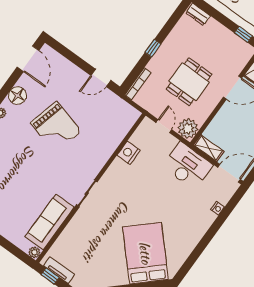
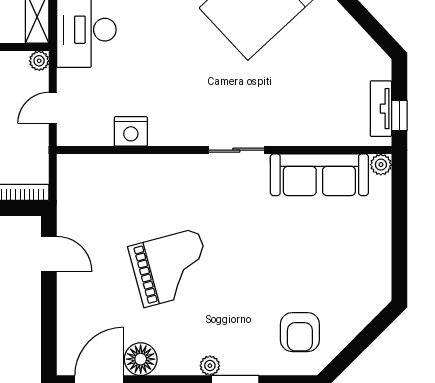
floor lamp: (18, 96) -> (141, 359), moved
grand piano: (56, 127) -> (171, 268), turned 60
plant: (188, 129) -> (39, 61), width x0.53, depth x0.53

